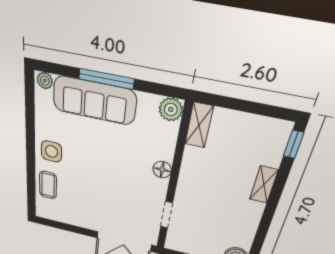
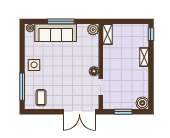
floor lamp: (162, 170) -> (94, 71), moved
window: (31, 182) -> (22, 87), added
coffee table: (48, 185) -> (41, 98), moved

